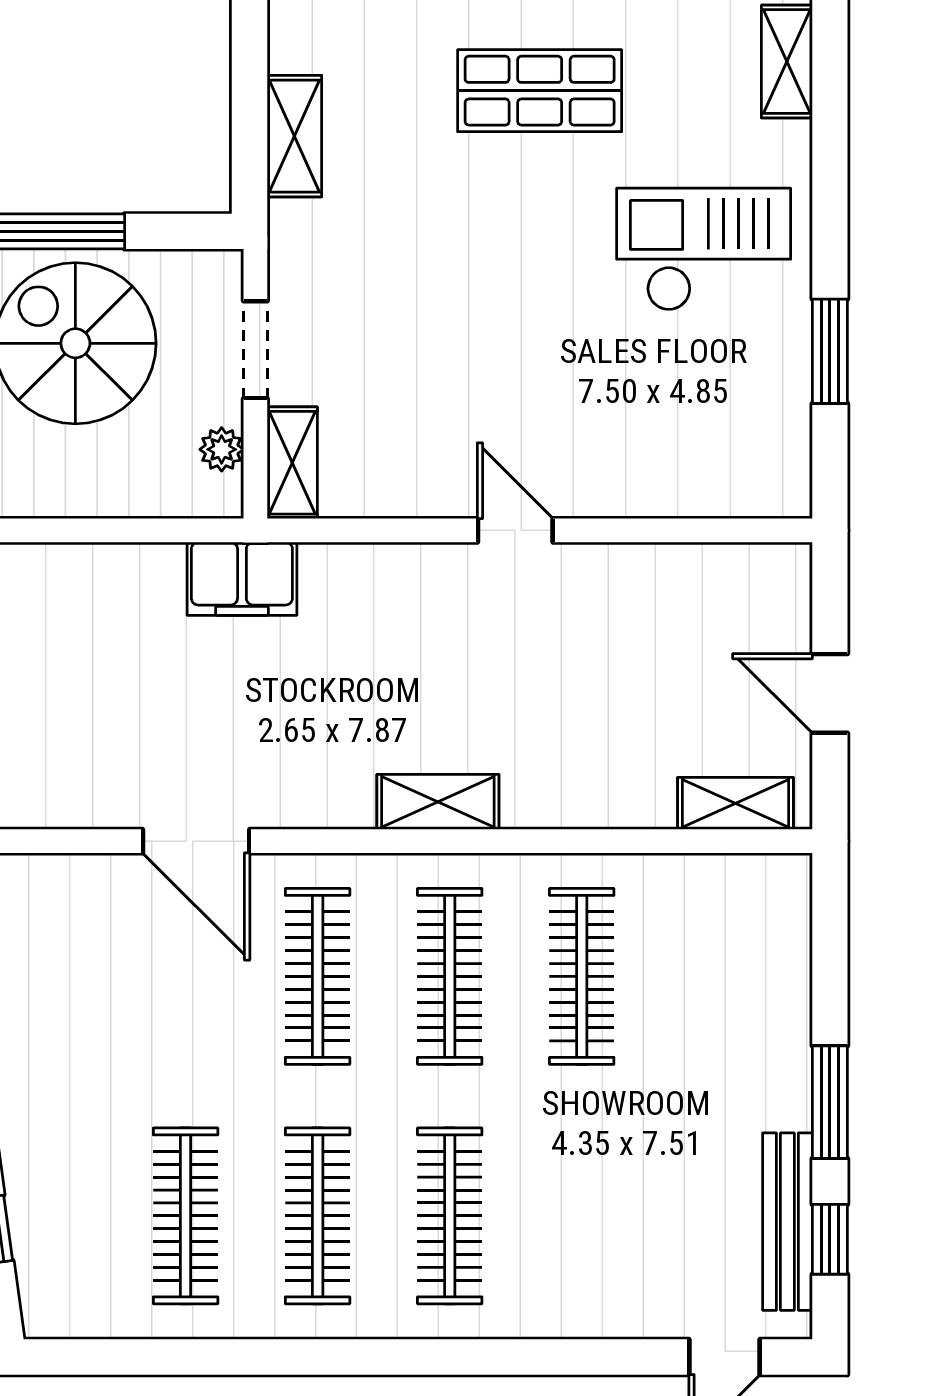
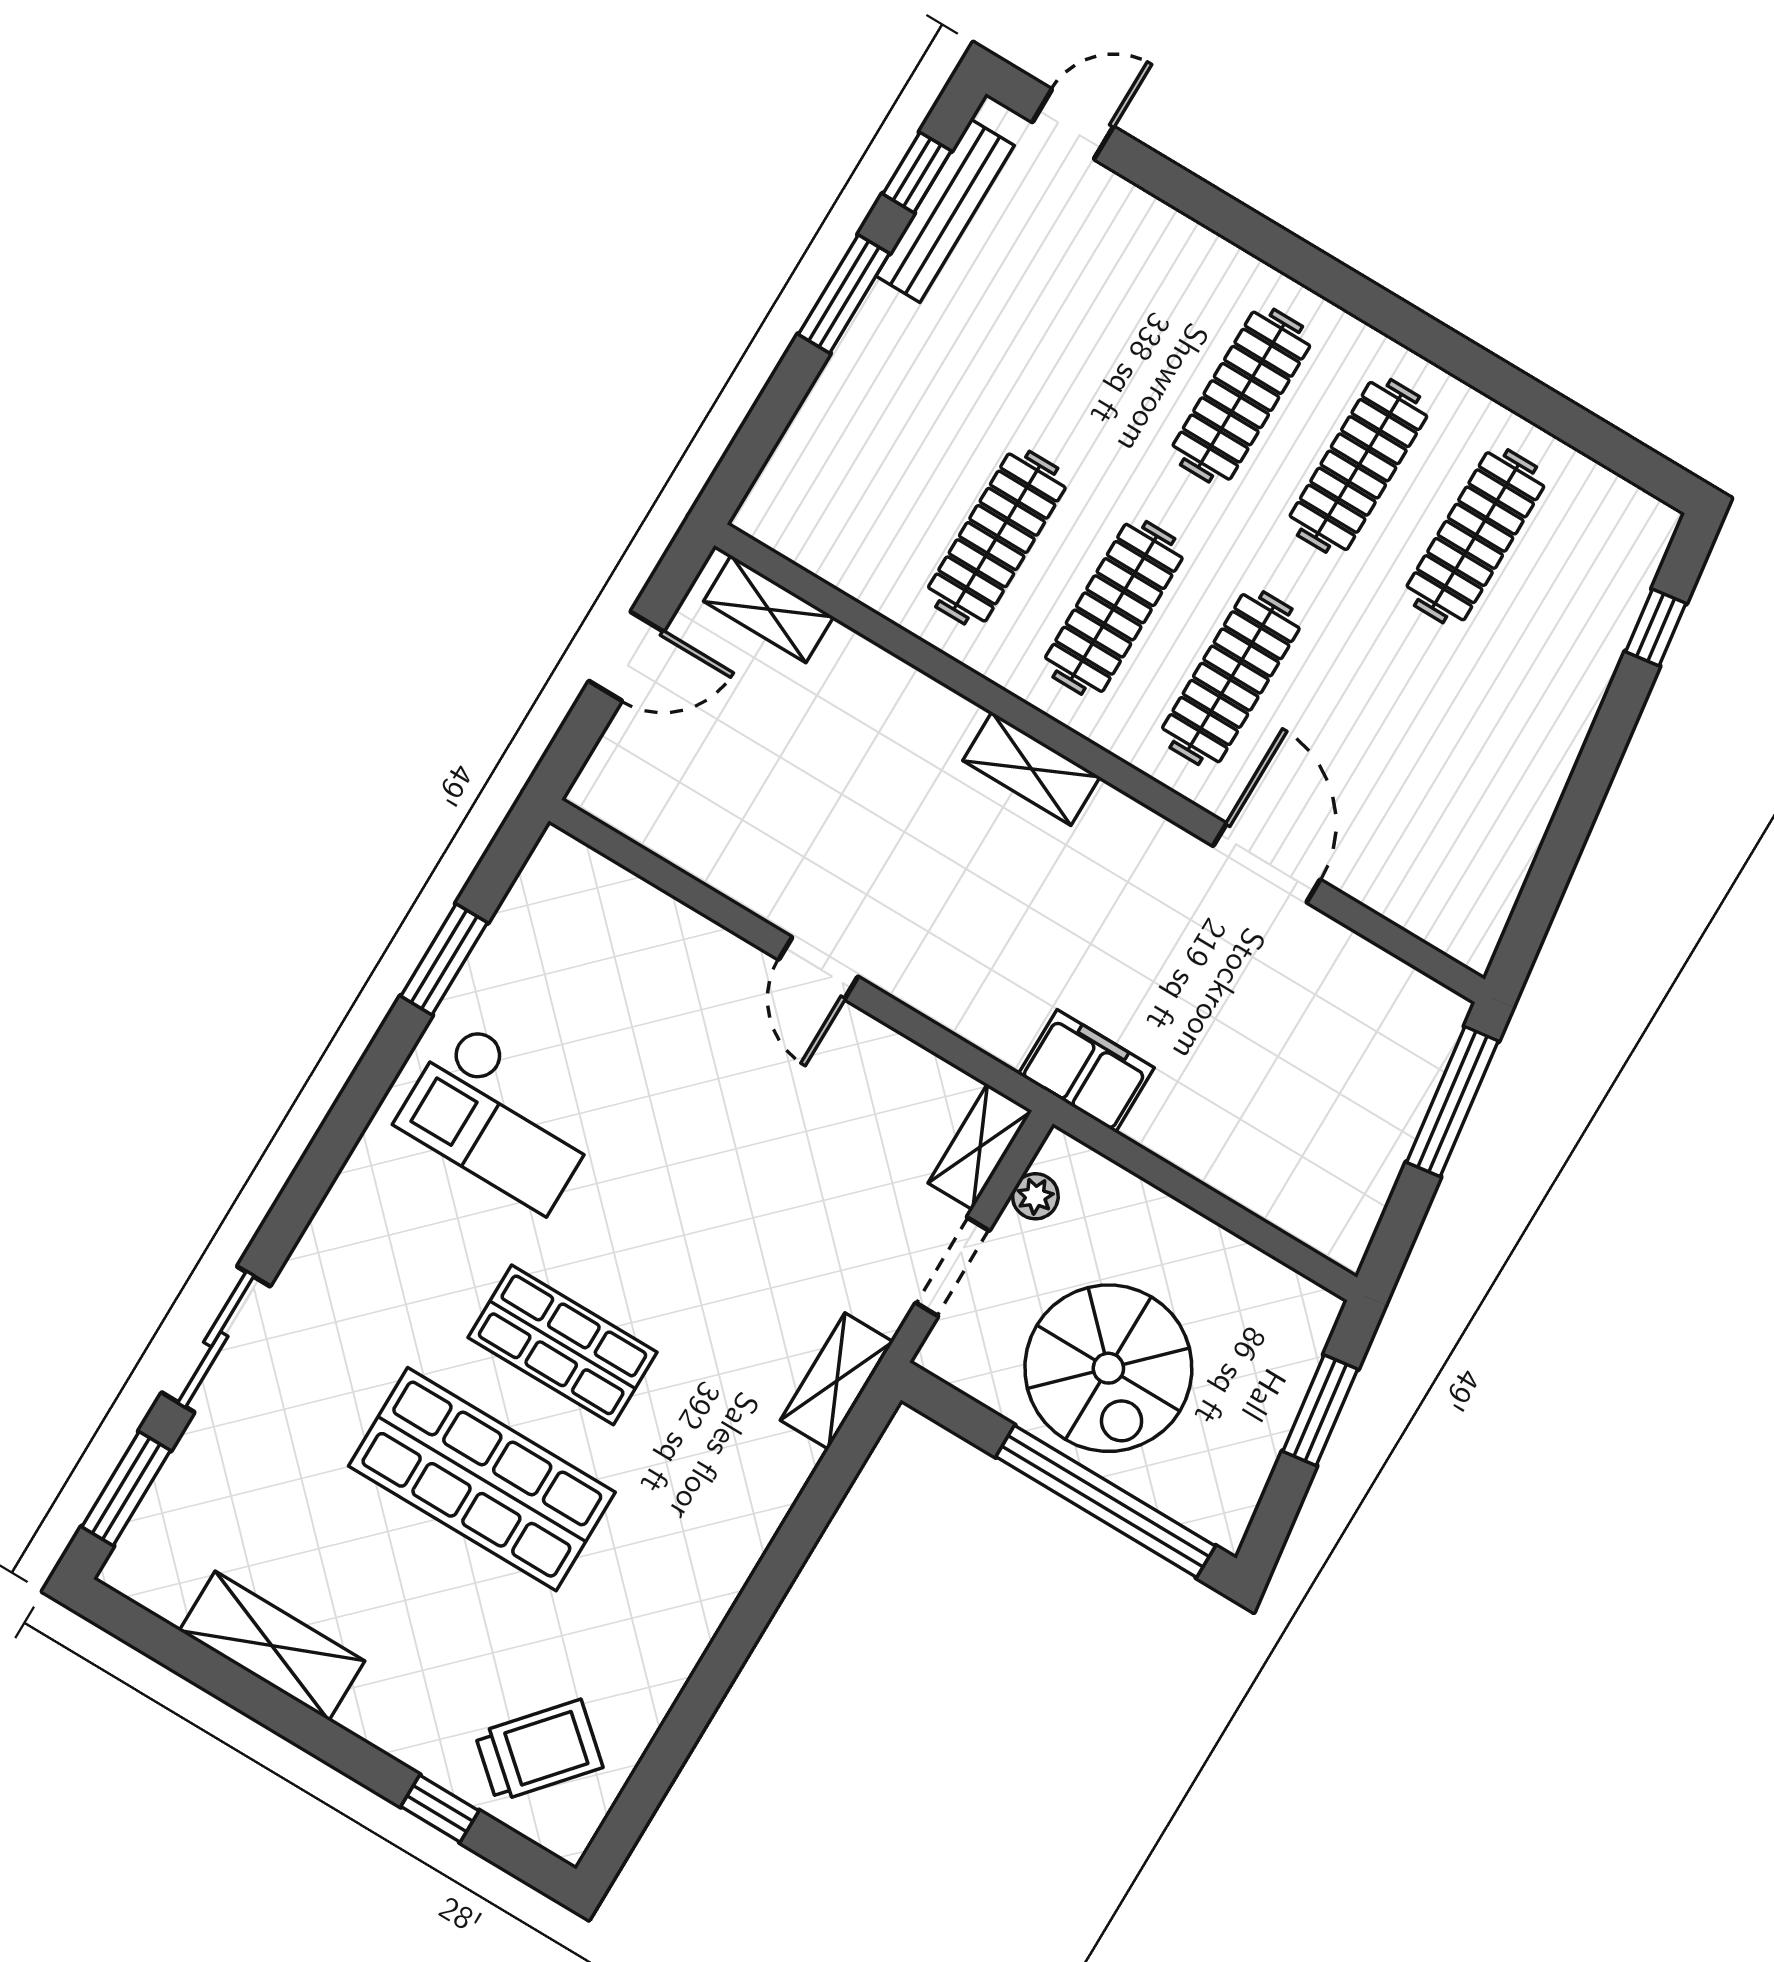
shelving: (787, 62) -> (328, 1239), removed
shelving: (294, 136) -> (837, 1381), moved
door: (830, 693) -> (626, 656), hinge flipped

